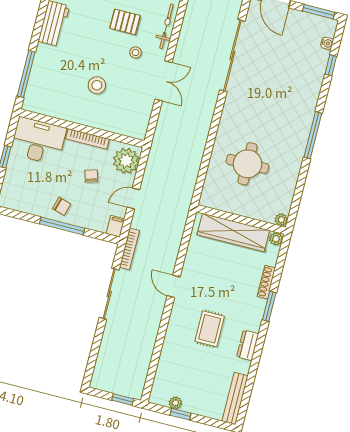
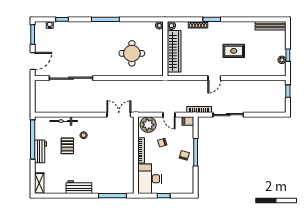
double door: (163, 81) -> (119, 115), moved
stool: (97, 85) -> (108, 153), removed
dresser: (248, 345) -> (238, 26), removed

